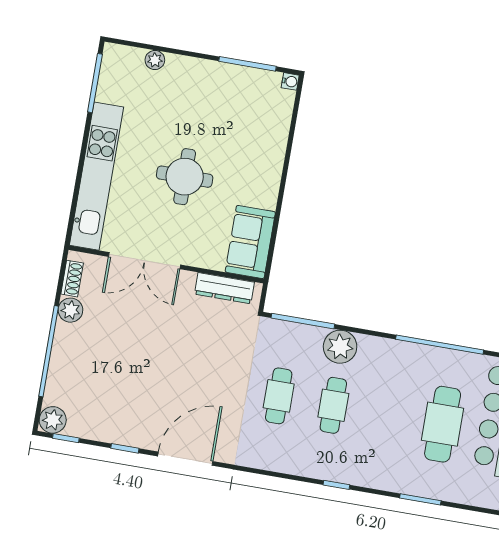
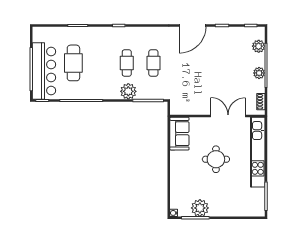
plant: (155, 60) -> (200, 208), moved, width x1.87, depth x1.87
dresser: (224, 288) -> (188, 110), removed
plant: (70, 310) -> (259, 73), moved
plant: (53, 420) -> (259, 46), moved

